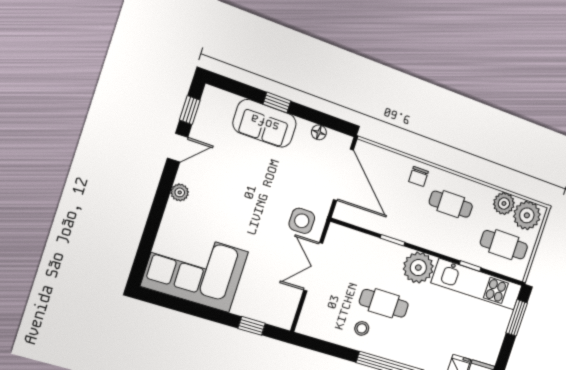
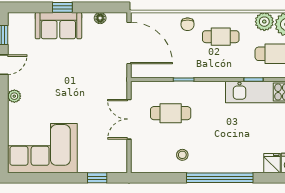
side table: (302, 221) -> (109, 88), removed
plant: (418, 268) -> (211, 94), removed
cafe table: (384, 303) -> (171, 113), moved

